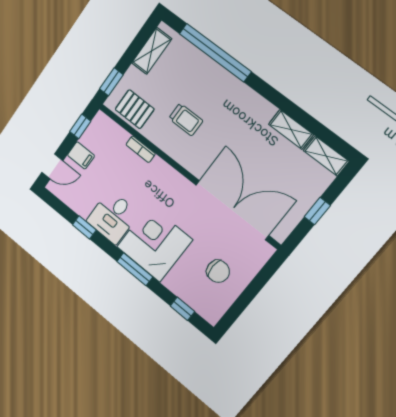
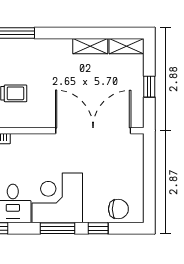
chair: (218, 271) -> (118, 209), moved
window: (182, 309) -> (98, 228), moved

